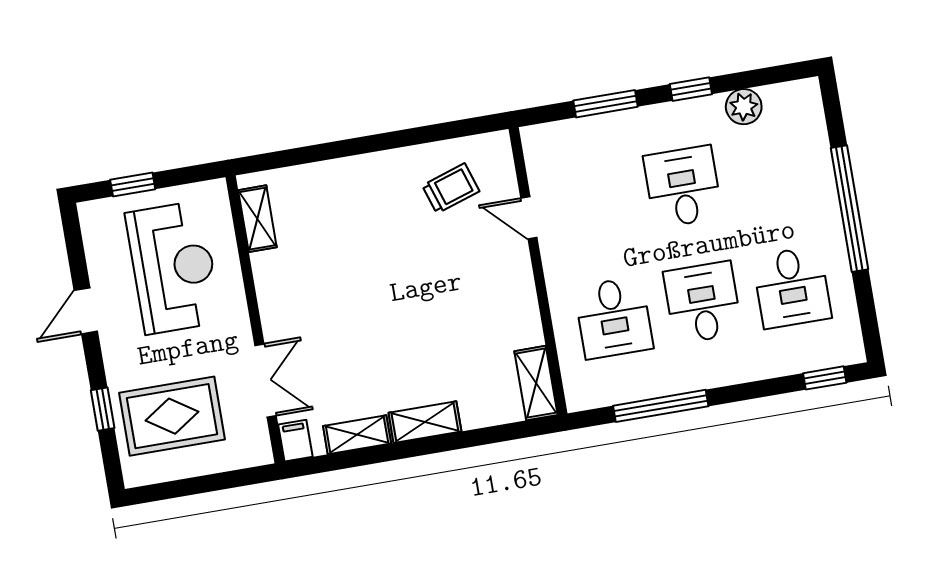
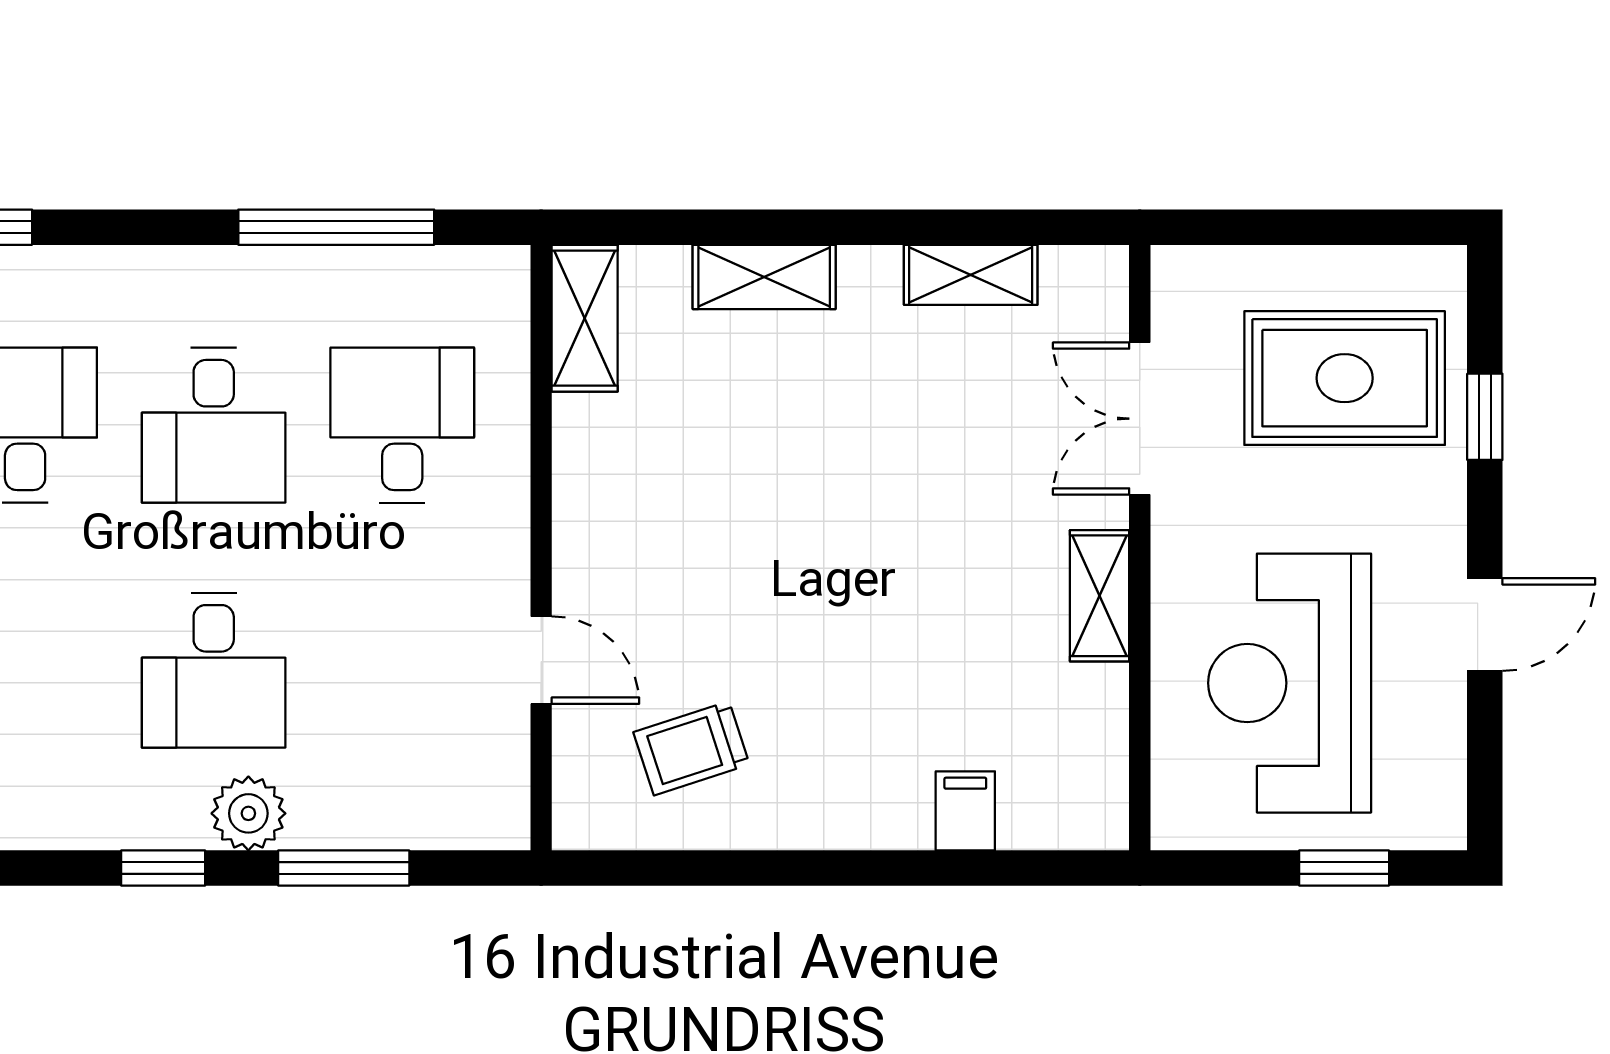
plant: (744, 107) -> (248, 813), moved
shelving: (257, 219) -> (1100, 596), moved
shelving: (425, 422) -> (764, 277), moved
filing cabinet: (295, 441) -> (965, 811), moved, turned 180

